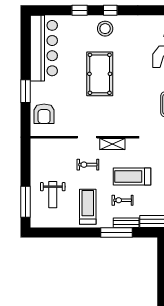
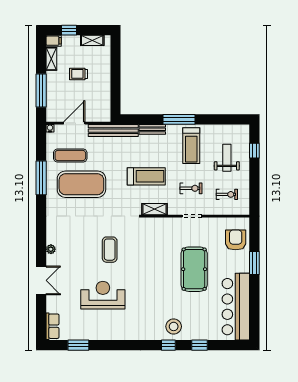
pool table: (100, 74) -> (194, 269), moved
shelving: (112, 144) -> (154, 209), moved
exercise bike: (123, 200) -> (227, 194), moved
window: (26, 202) -> (254, 151), width x0.46
window: (116, 232) -> (179, 119), moved

